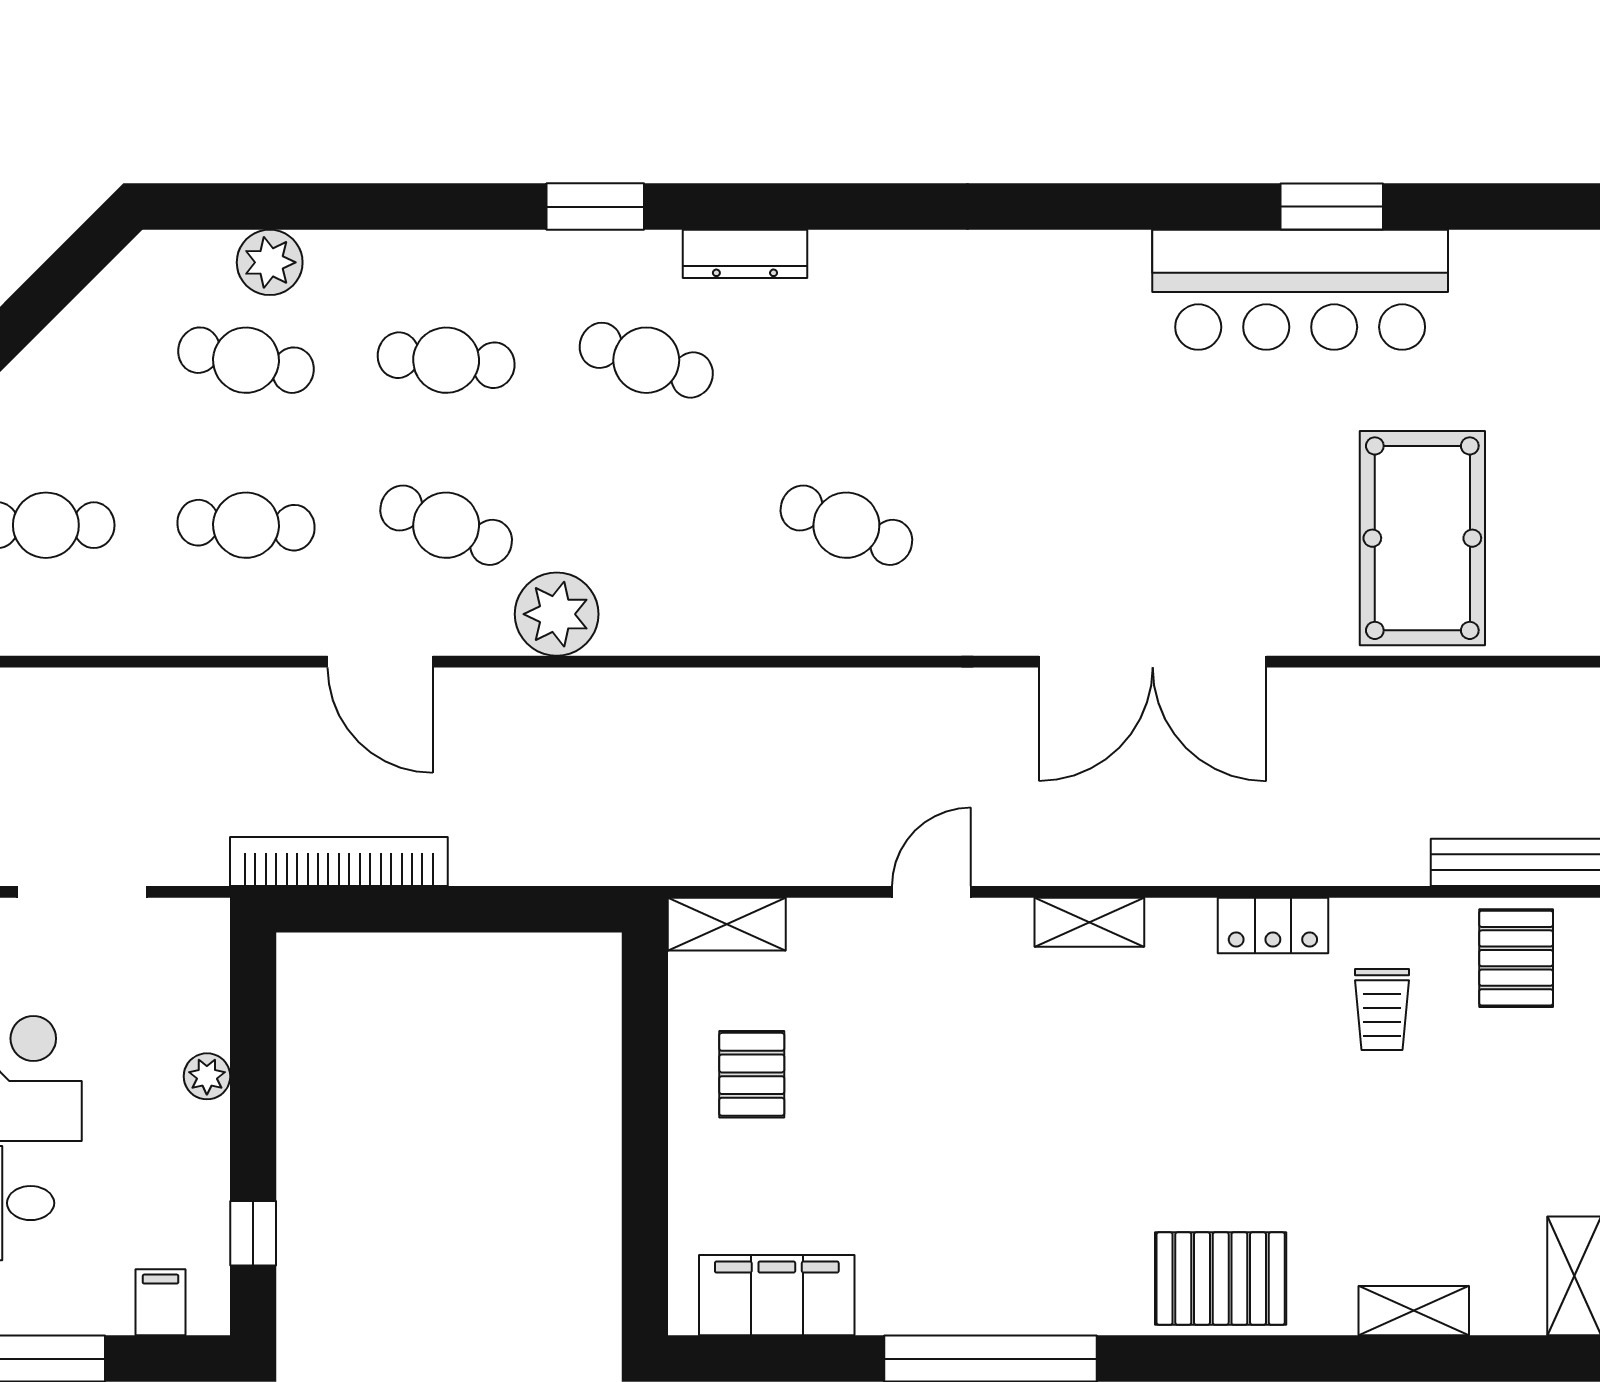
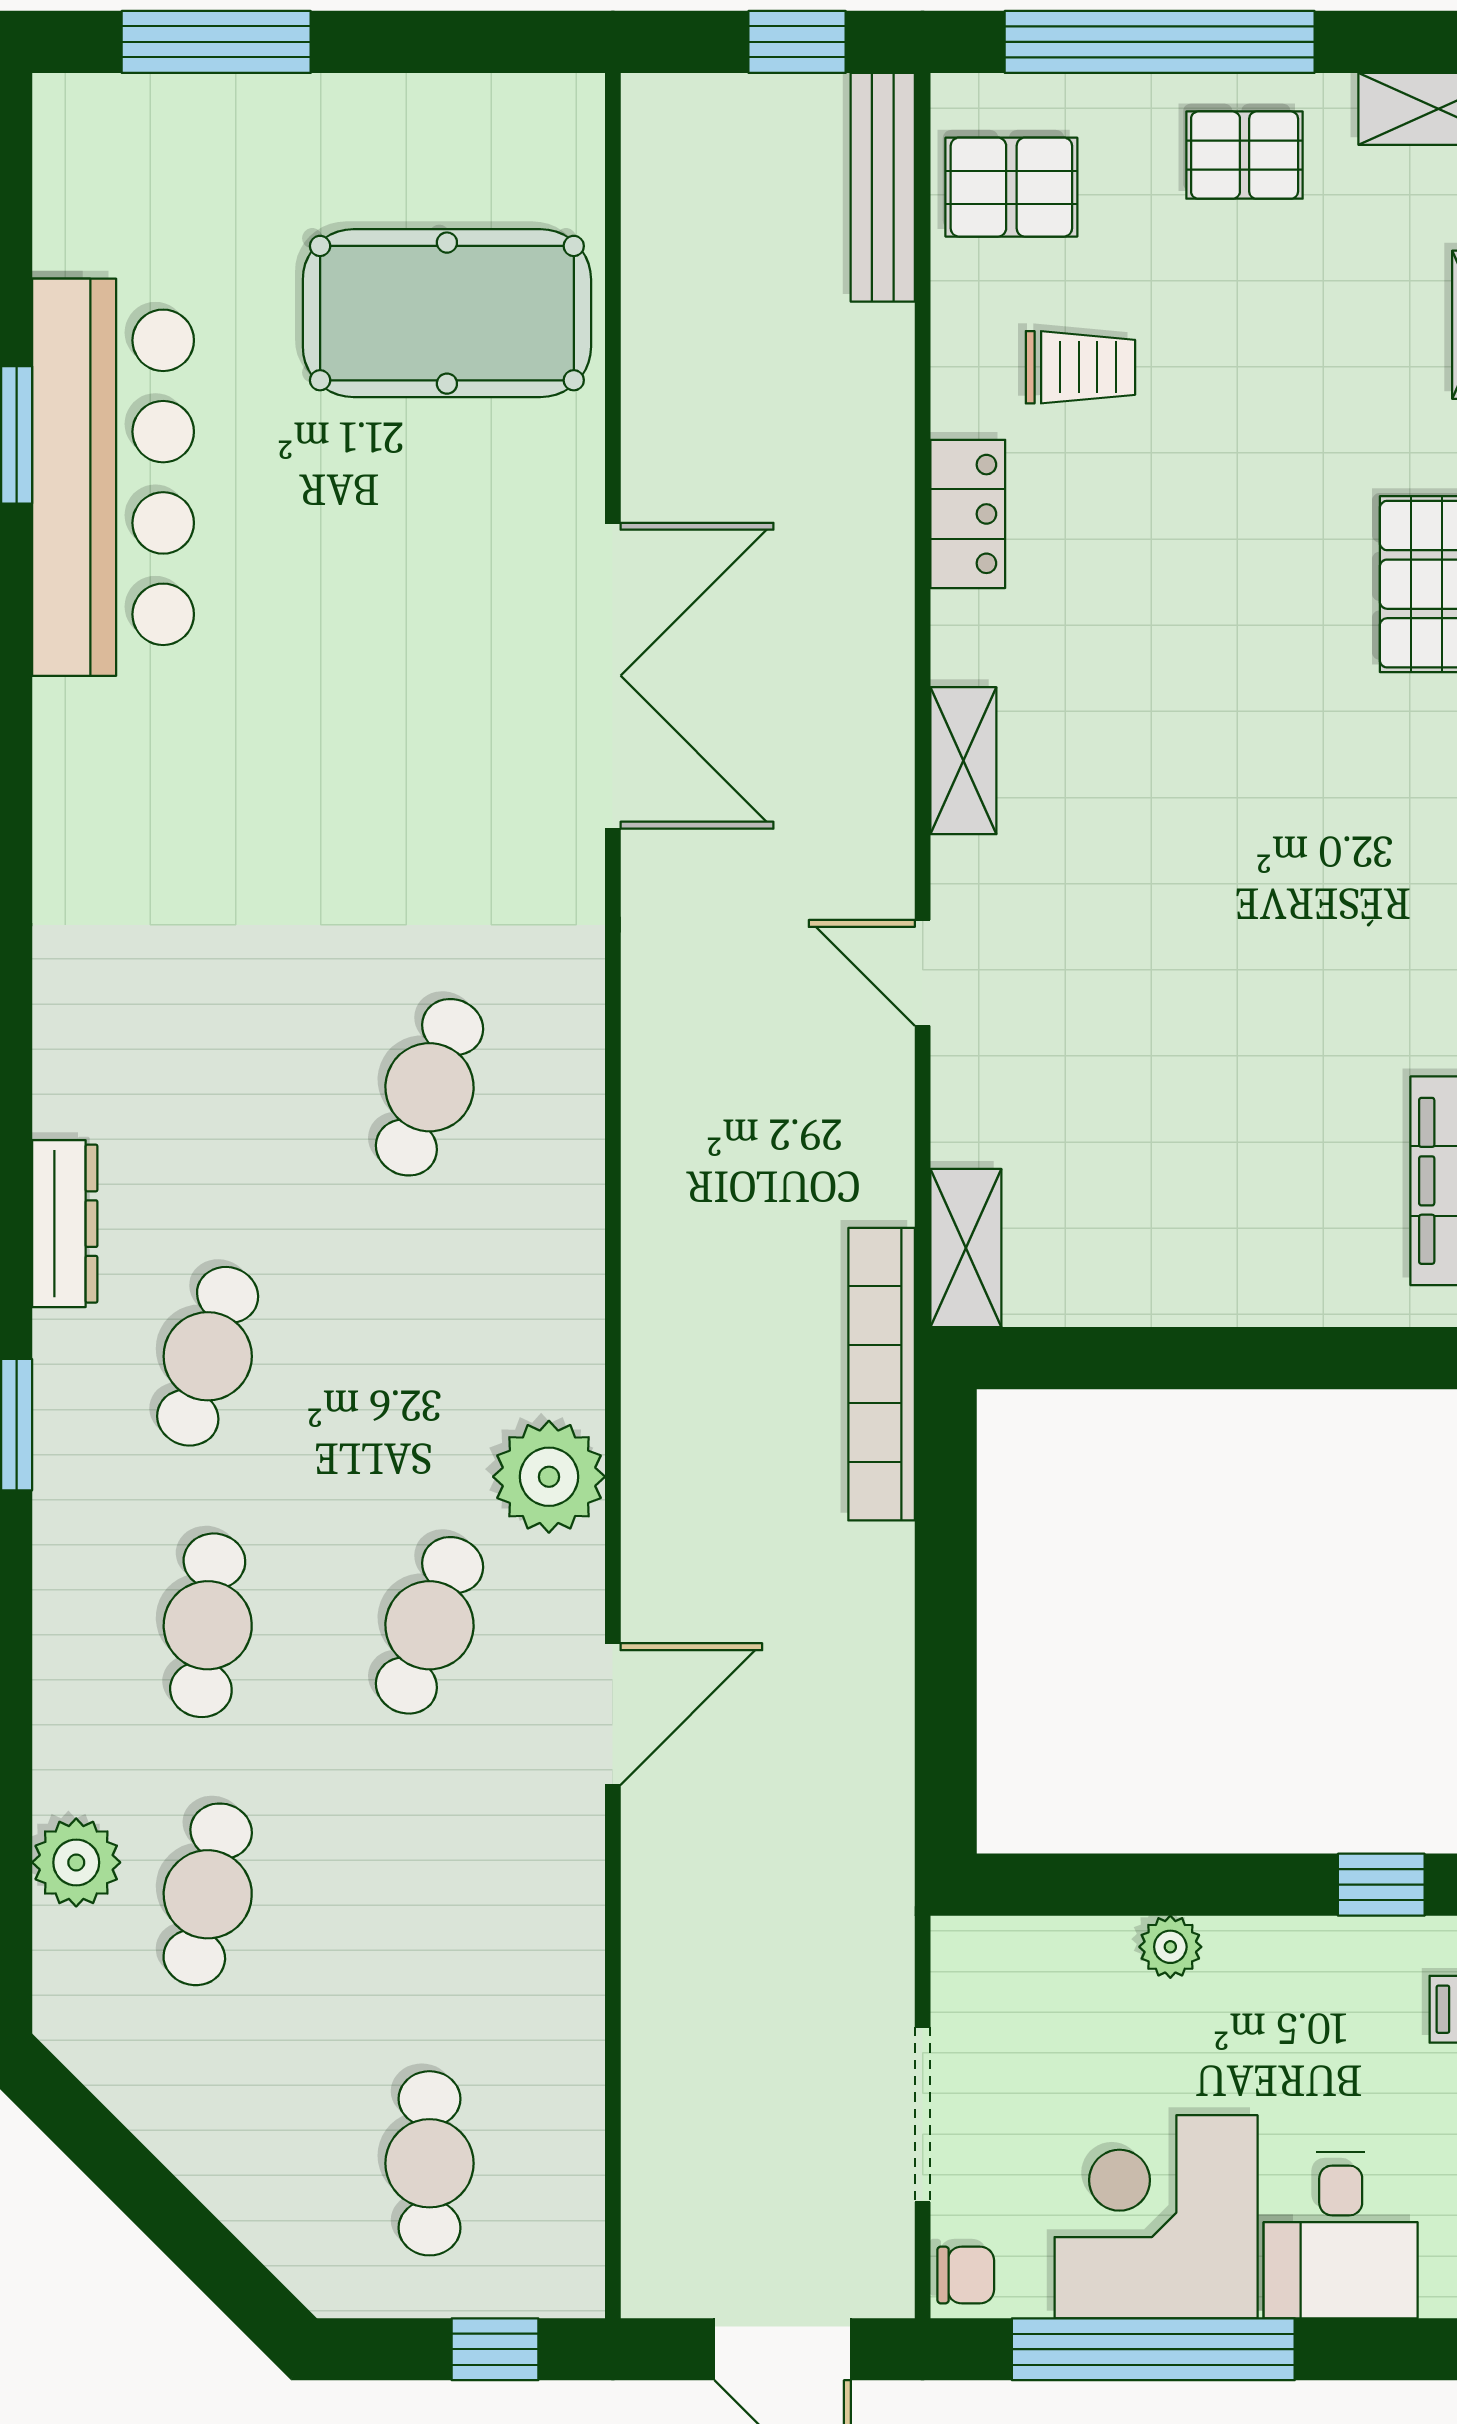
cafe table: (246, 525) -> (429, 1894), removed
bookcase: (339, 862) -> (882, 1374), moved
pallet: (752, 1074) -> (1245, 155), moved

